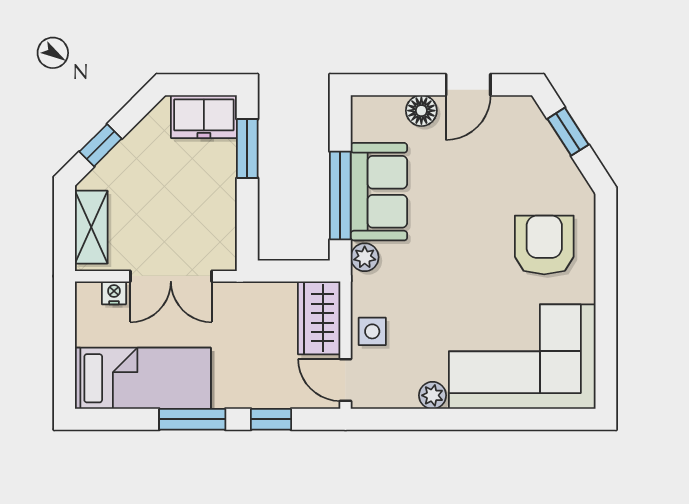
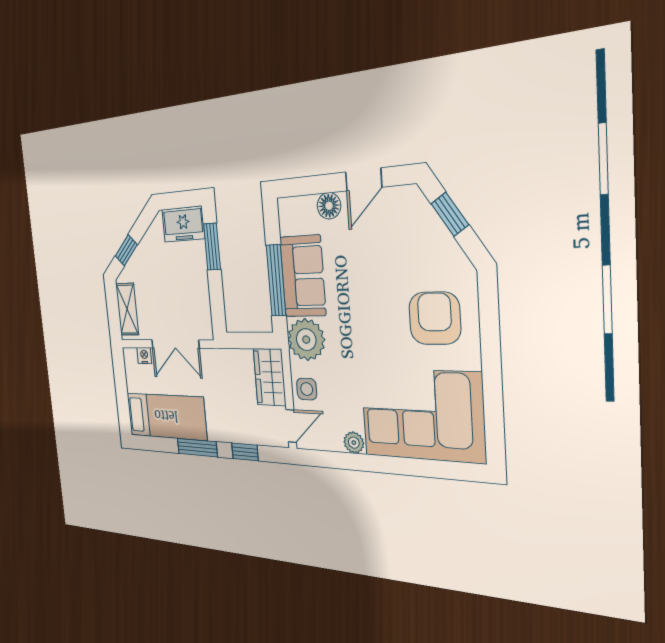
plant: (365, 257) -> (306, 340), width x1.87, depth x1.87
door: (346, 380) -> (291, 426), swing flipped

